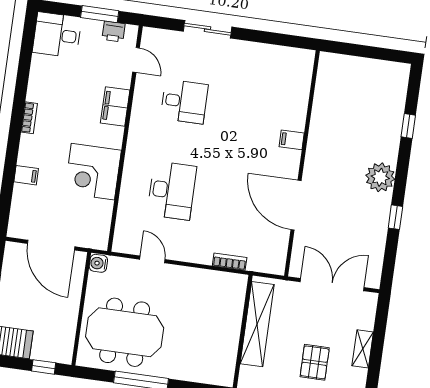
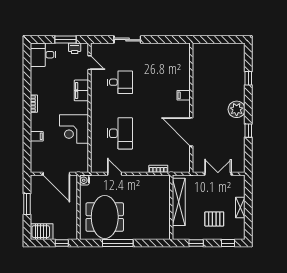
double door: (332, 285) -> (218, 174), width x0.73
meeting table: (125, 332) -> (105, 217), turned 90
pallet: (315, 362) -> (214, 219), turned 90

